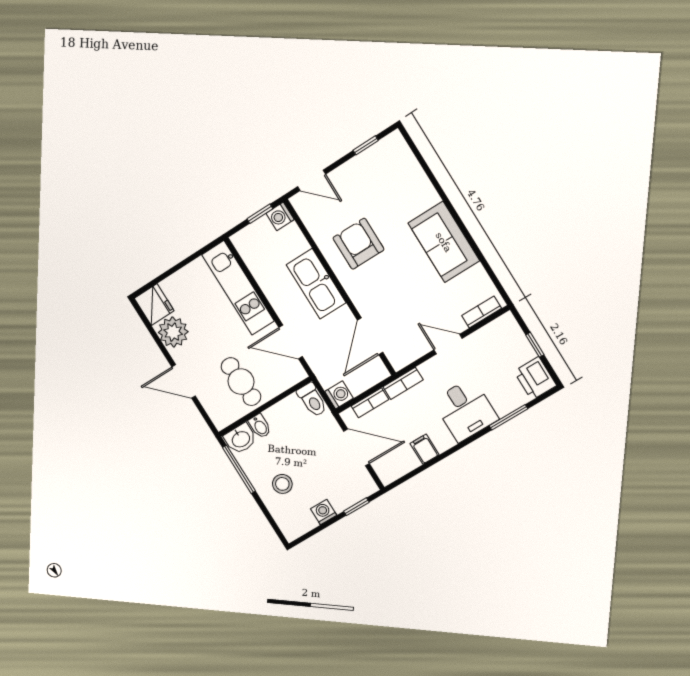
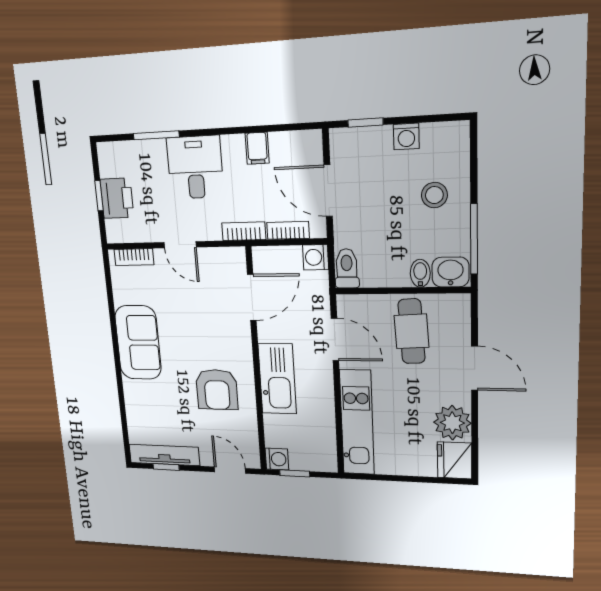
tv unit: (373, 155) -> (164, 455), added
printer: (535, 378) -> (117, 198), moved

